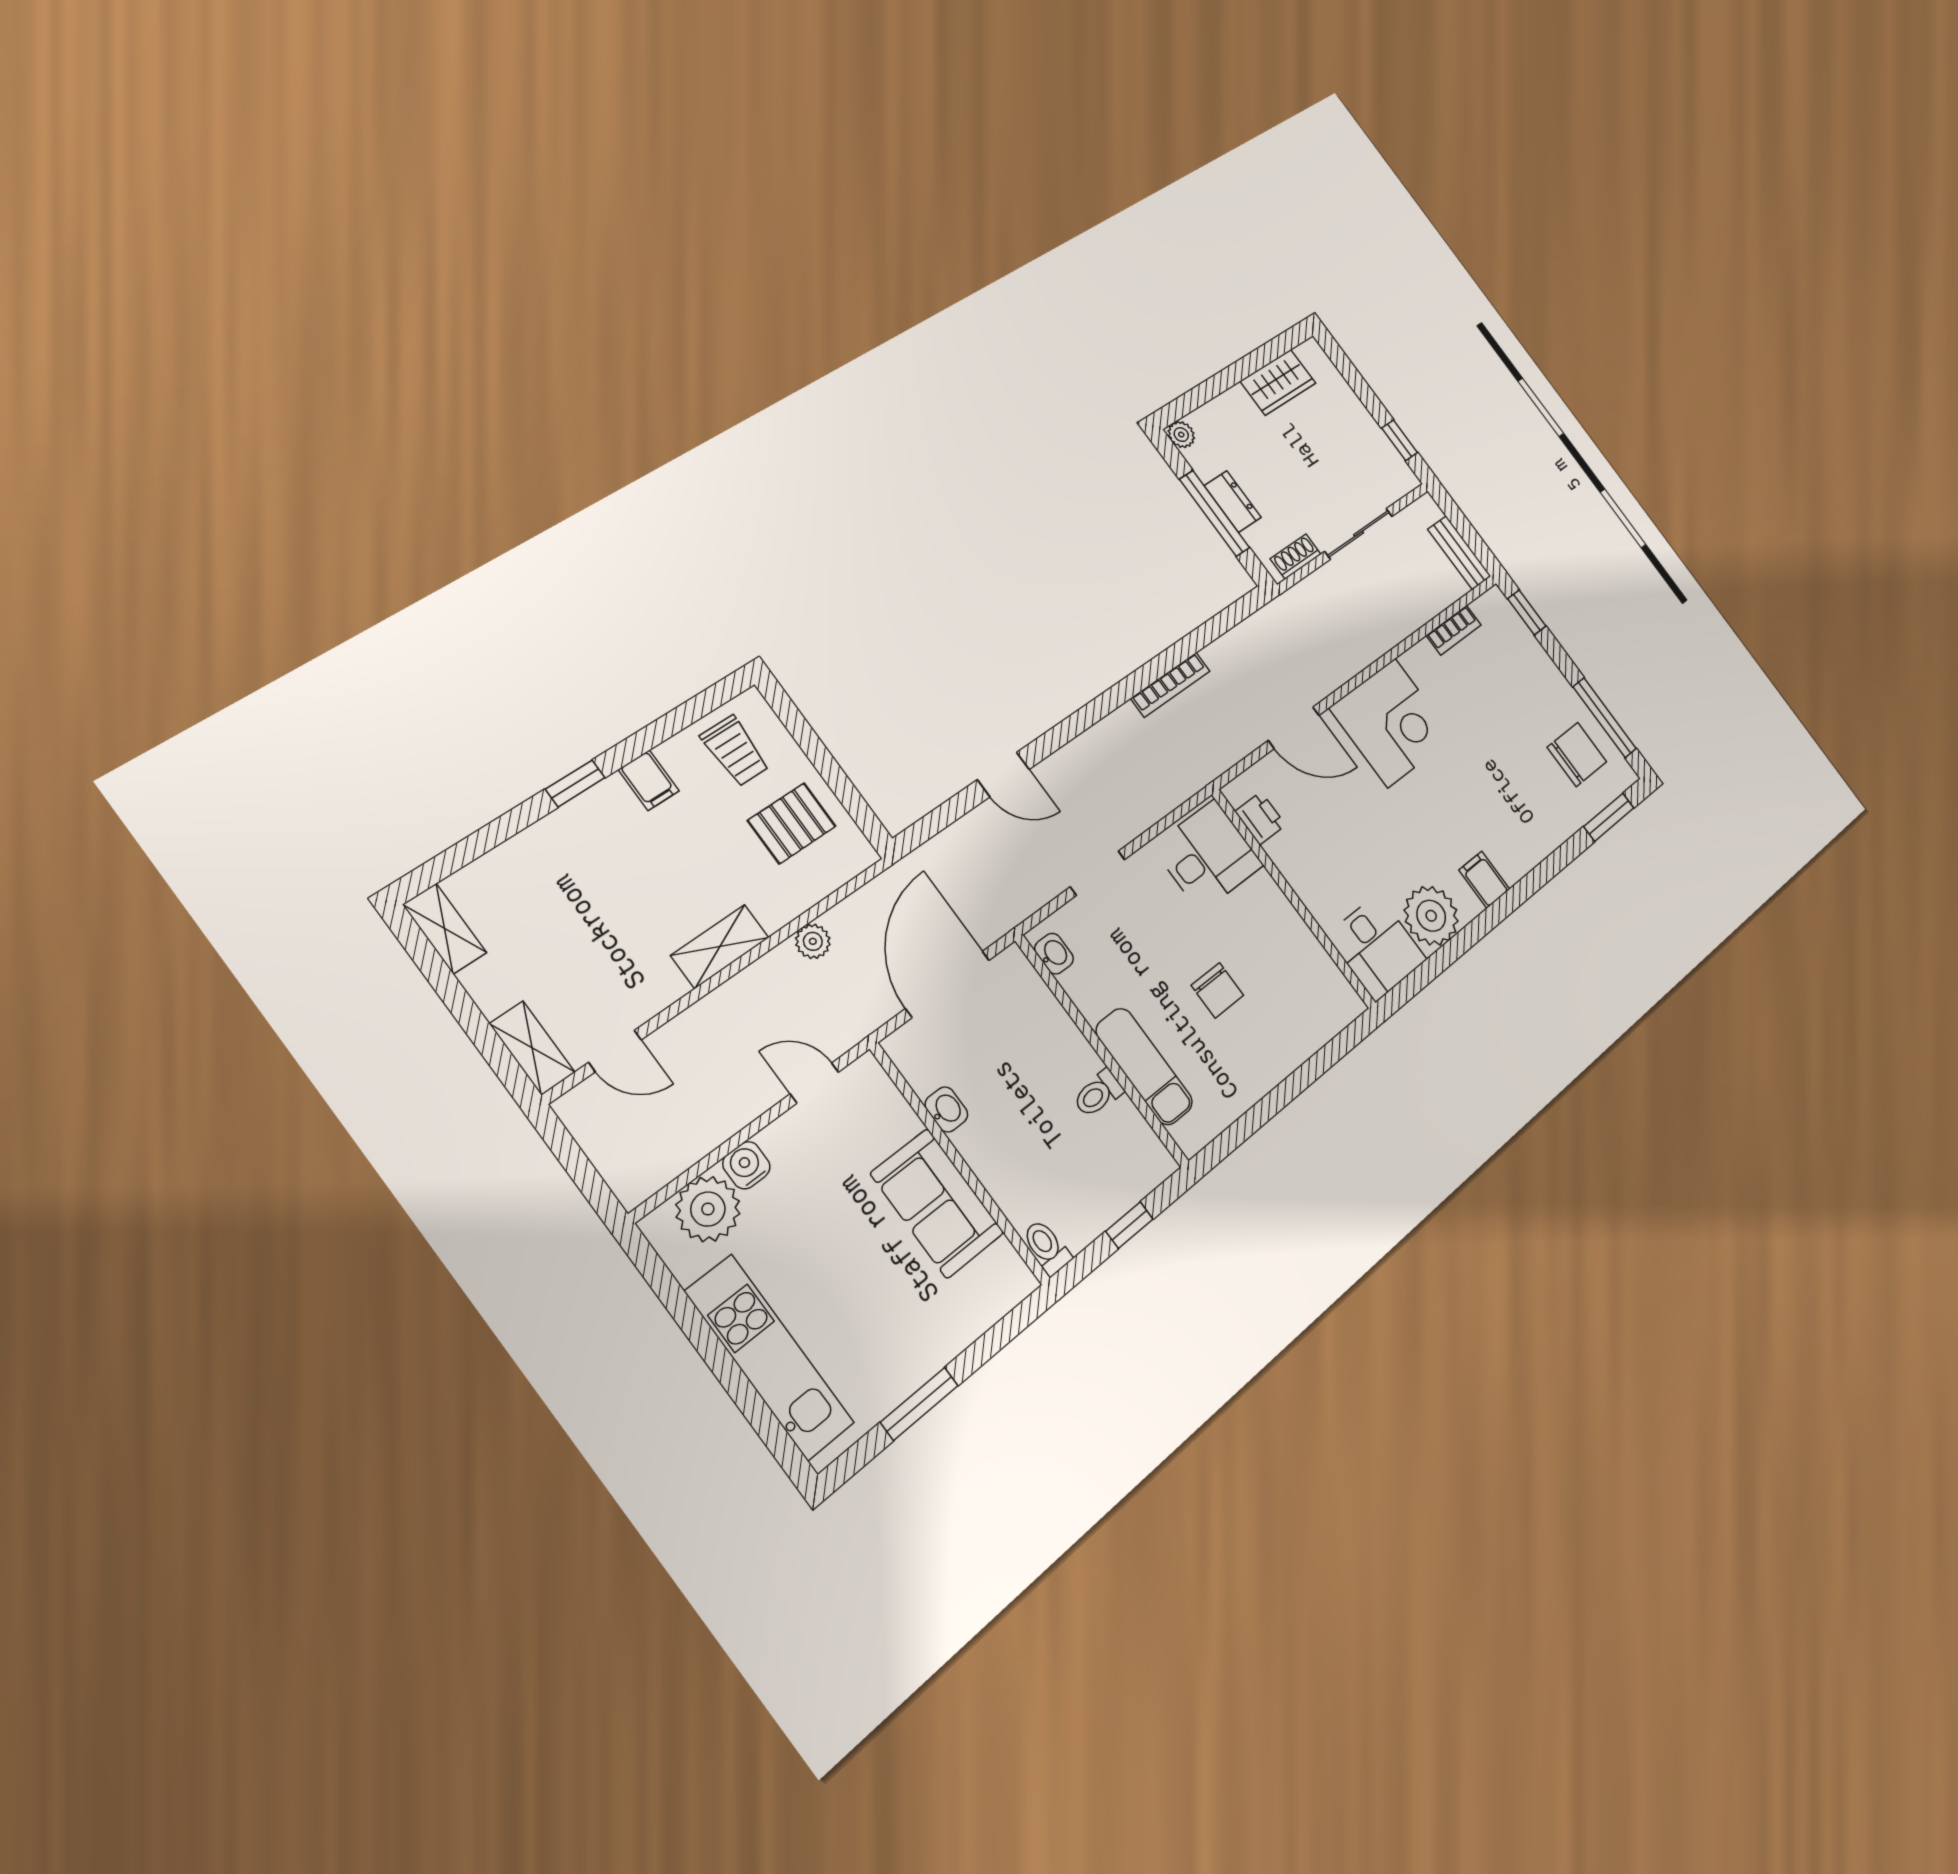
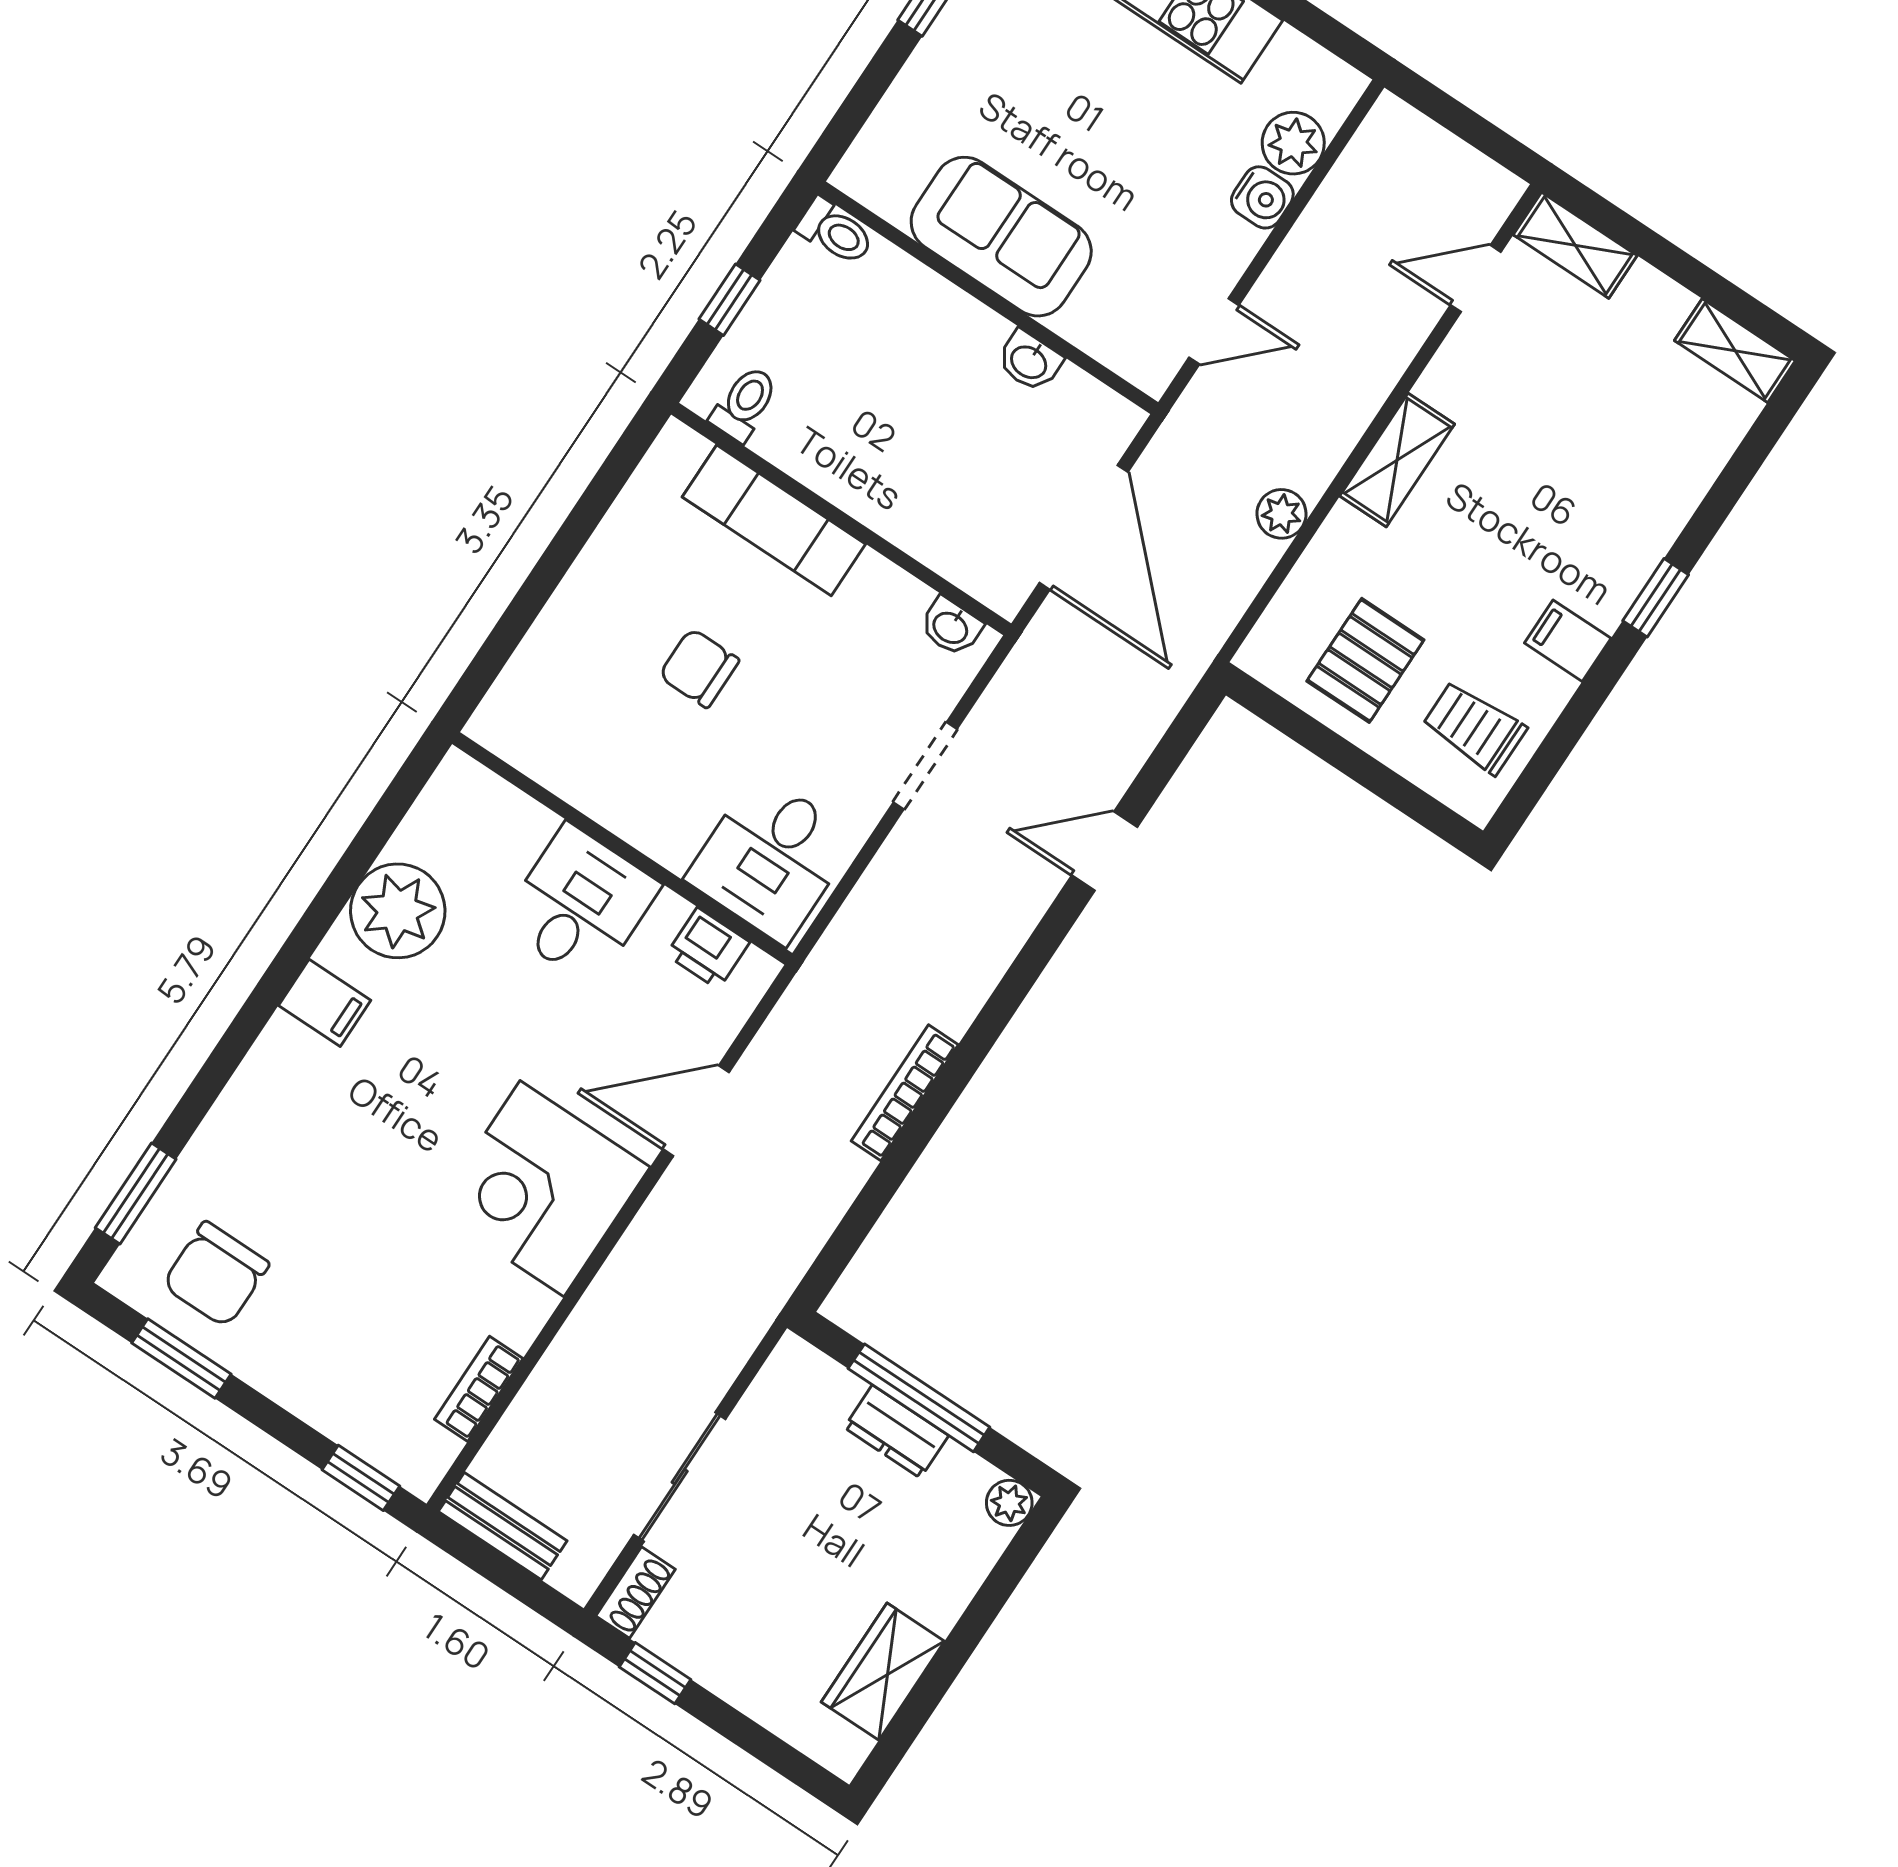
shoe rack: (1296, 557) -> (635, 1593), moved
window: (1605, 718) -> (181, 1359), width x0.69
desk: (1377, 947) -> (580, 905), moved, turned 90
toilet: (1098, 1094) -> (745, 404), moved
plant: (708, 1209) -> (1293, 143), width x0.73, depth x0.73

